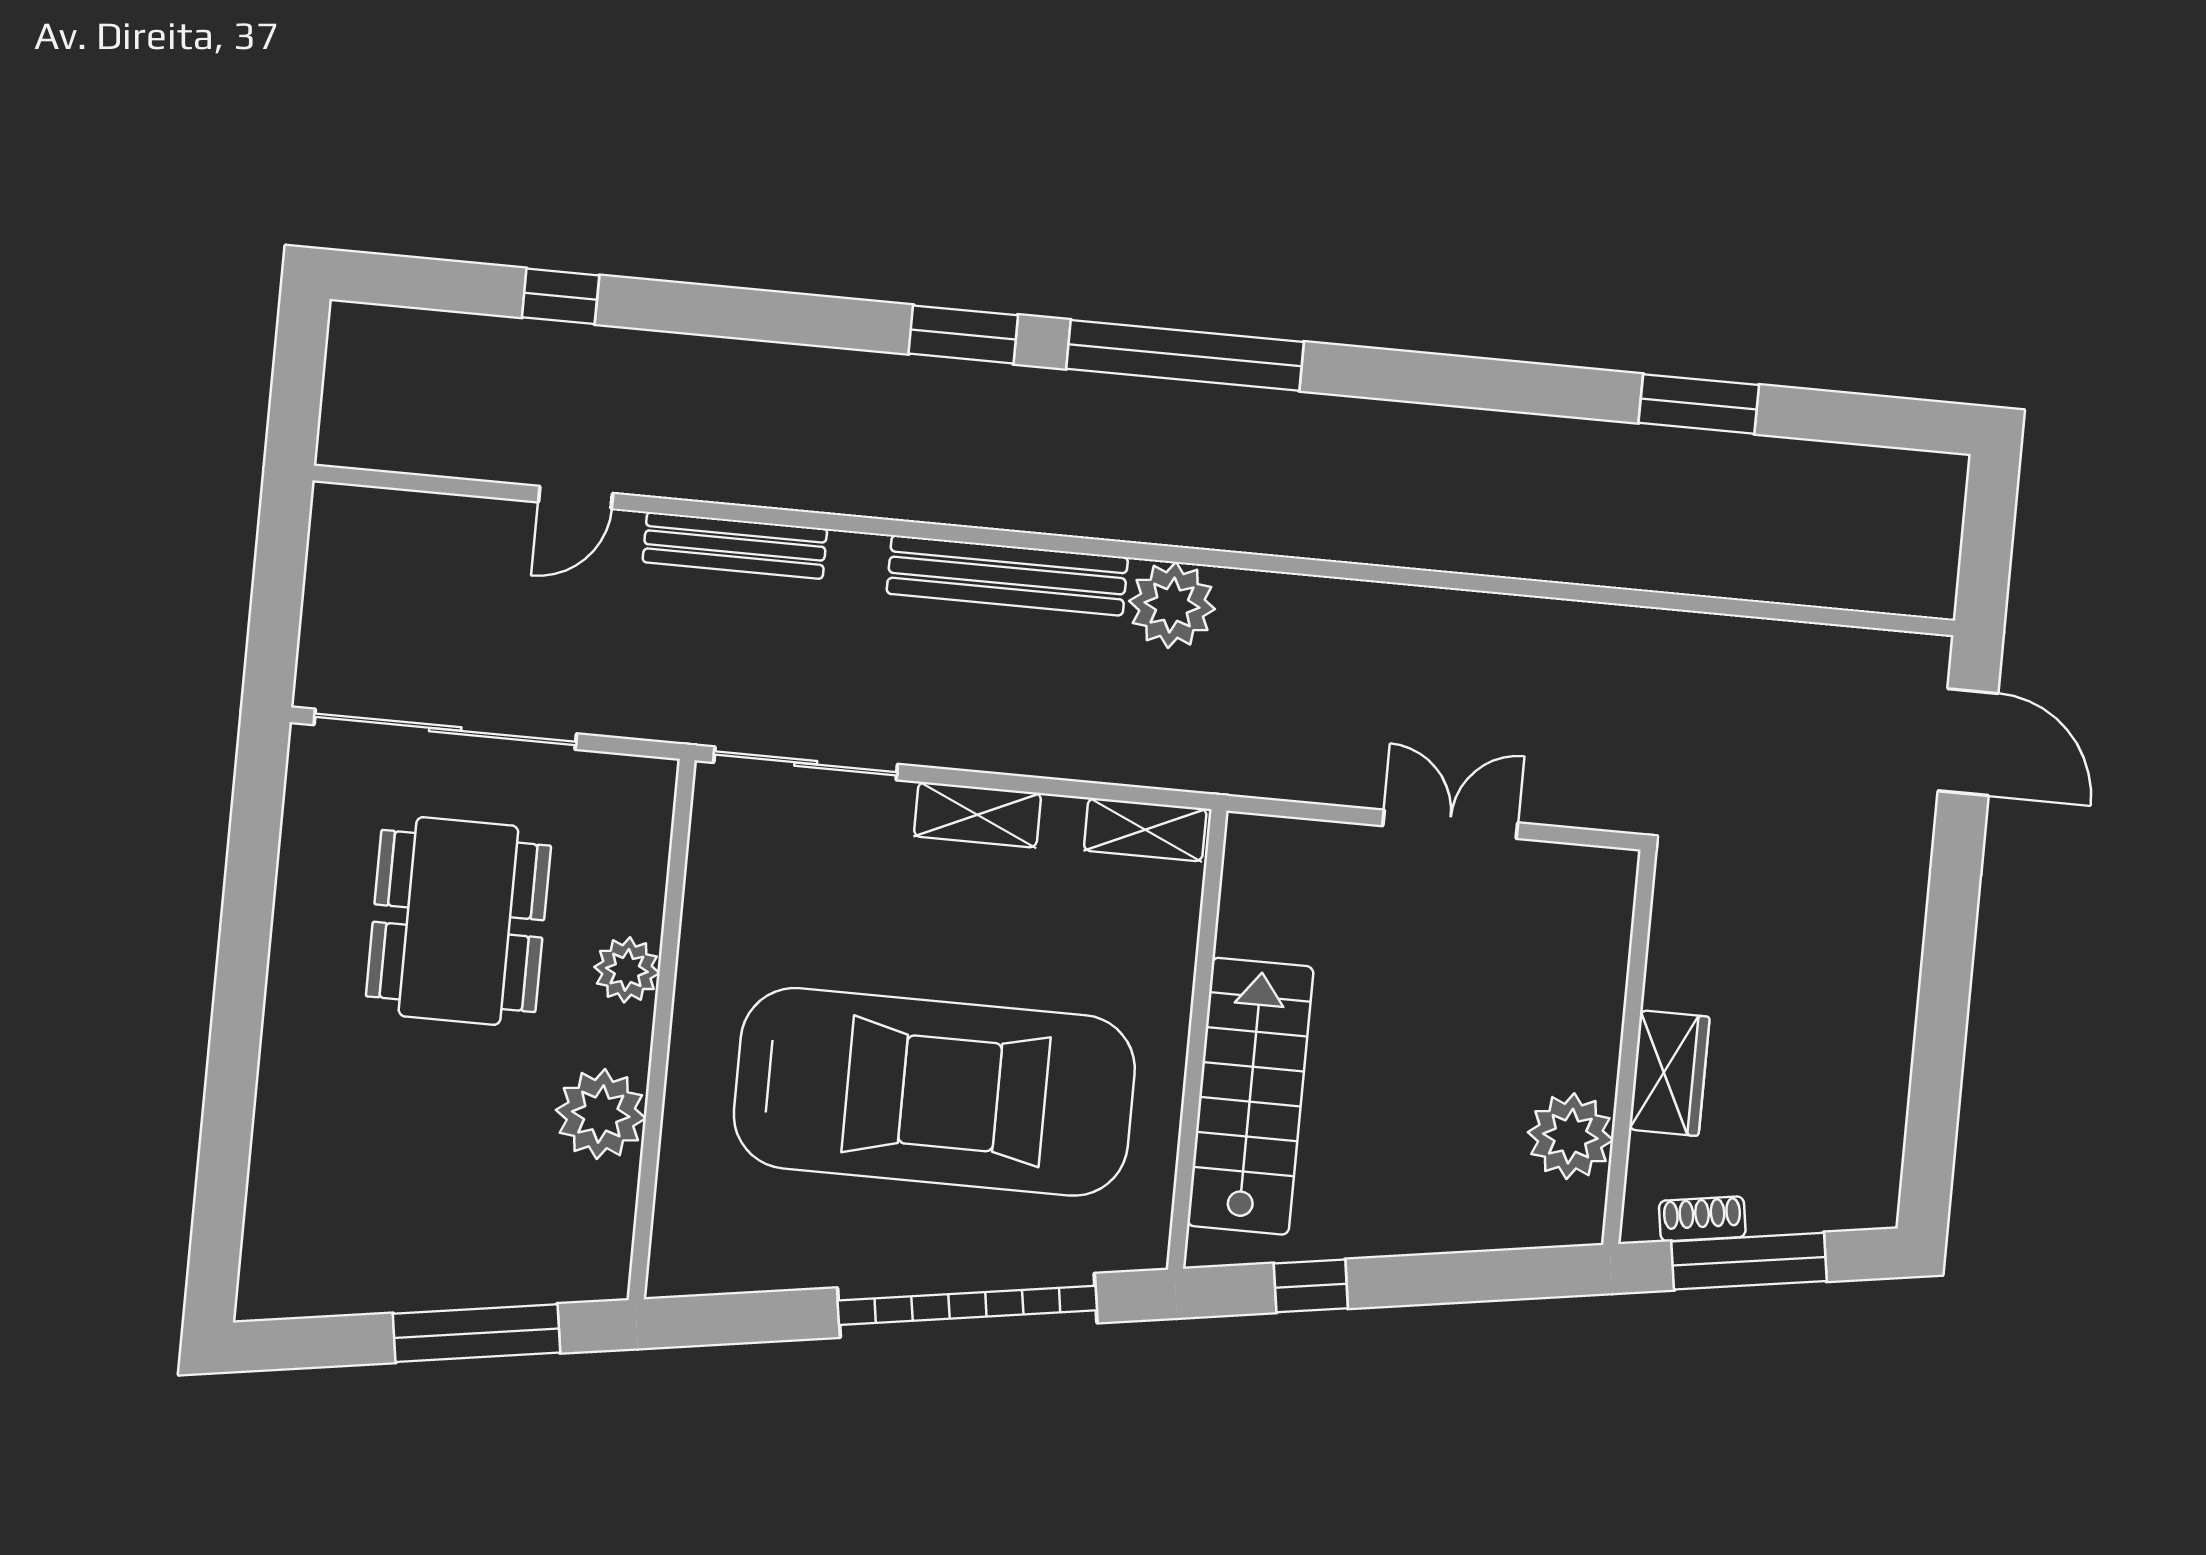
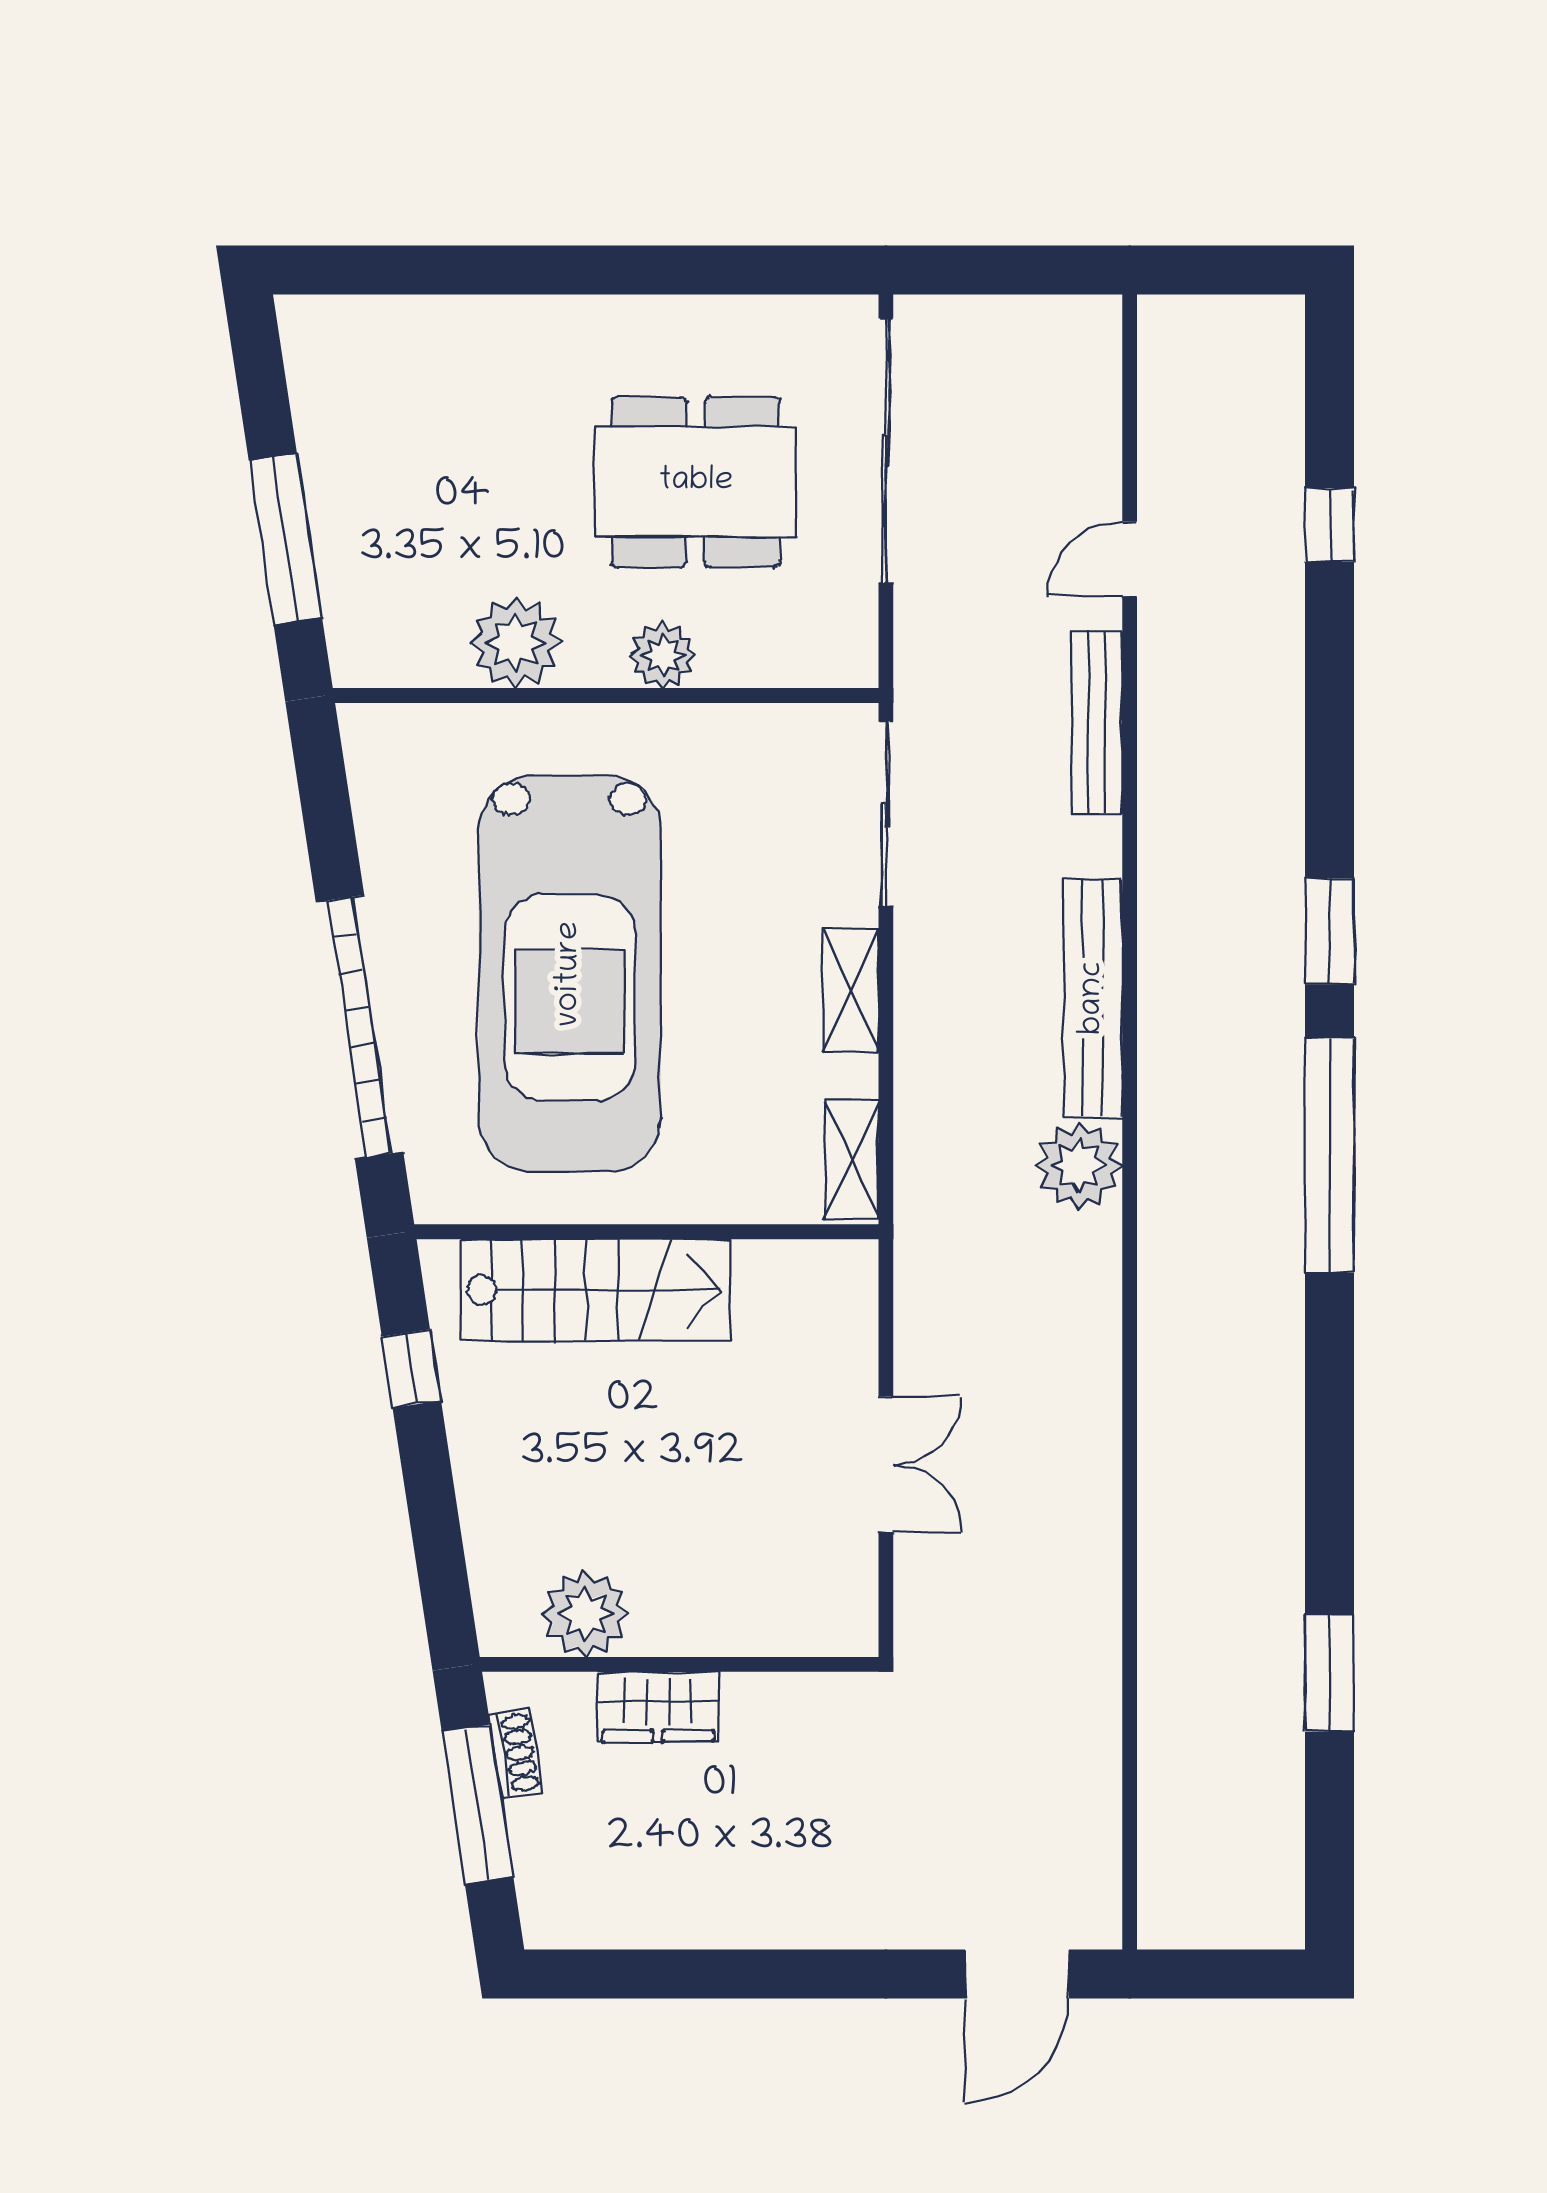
door: (576, 498) -> (1130, 559), hinge flipped

